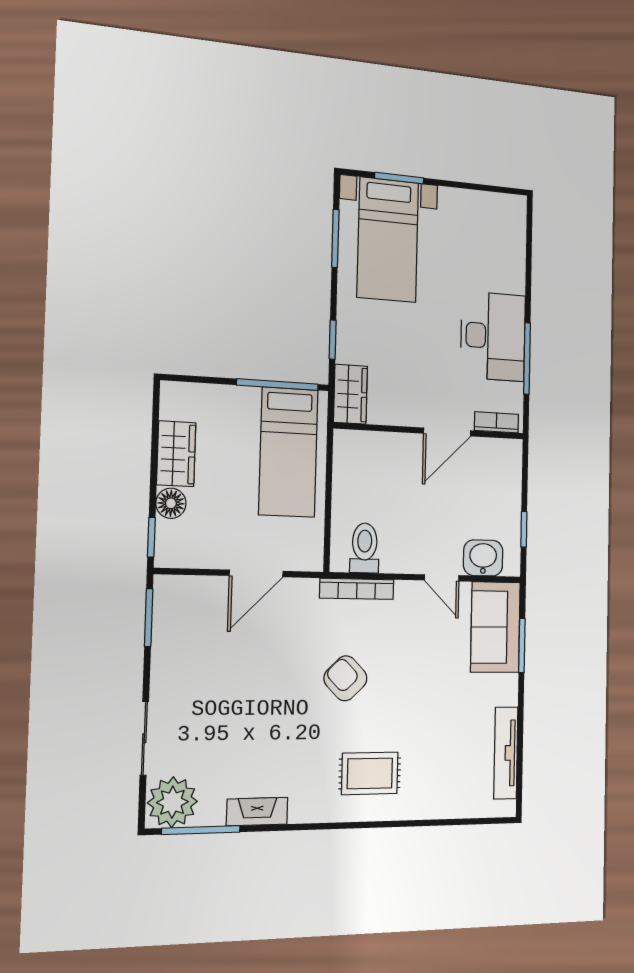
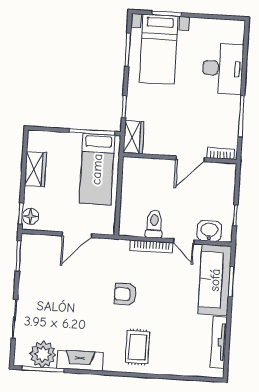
desk: (493, 336) -> (223, 69), moved
floor lamp: (171, 503) -> (31, 216), moved
toilet: (365, 548) -> (154, 224), moved
bookcase: (357, 589) -> (151, 246), moved
sofa: (495, 627) -> (215, 280), width x1.36
armchair: (345, 678) -> (125, 294), turned -46
rug: (370, 773) -> (138, 347), turned 90
plant: (172, 802) -> (43, 354), moved
fireplace: (257, 812) -> (80, 360), width x1.37, depth x1.32

